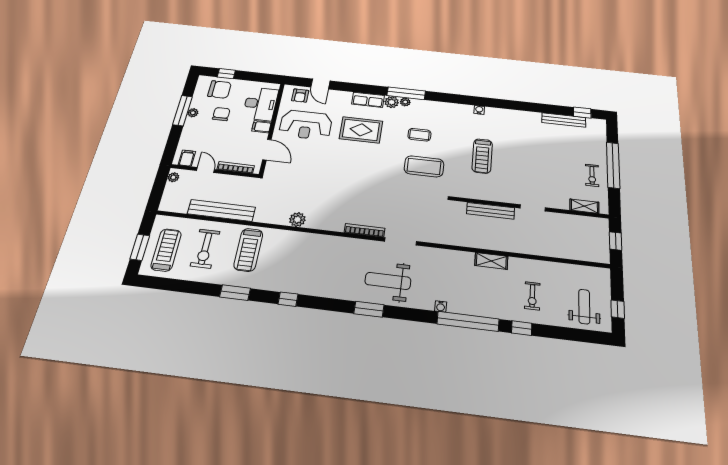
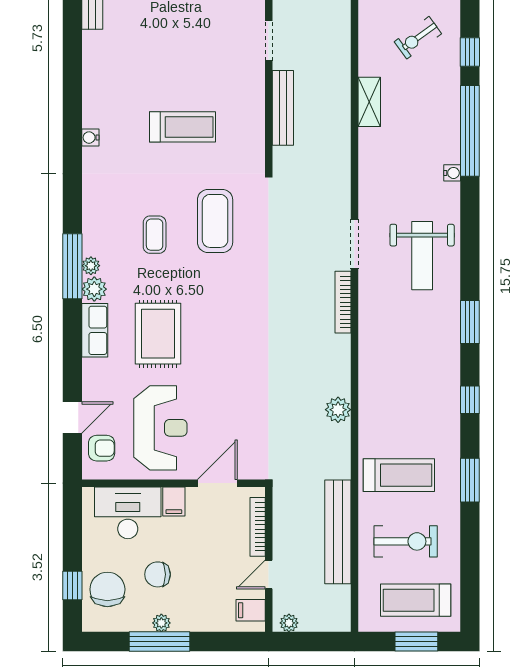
exercise bike: (532, 296) -> (418, 38), turned 144
window: (369, 309) -> (470, 322), moved

